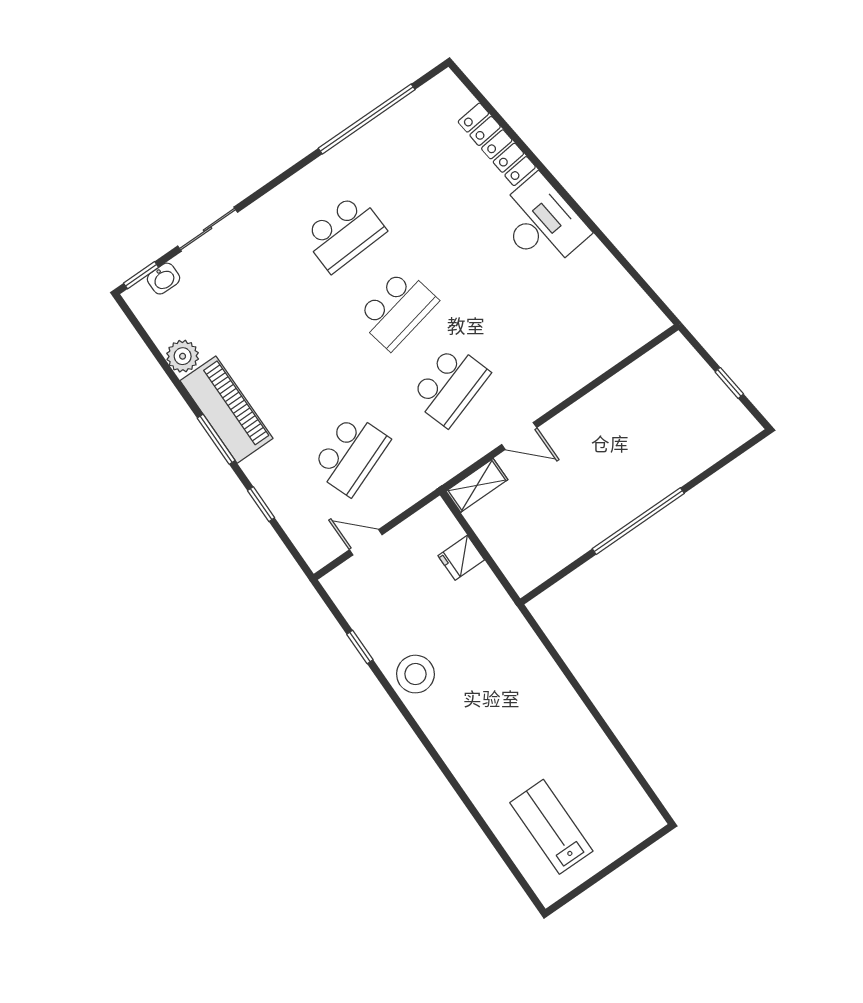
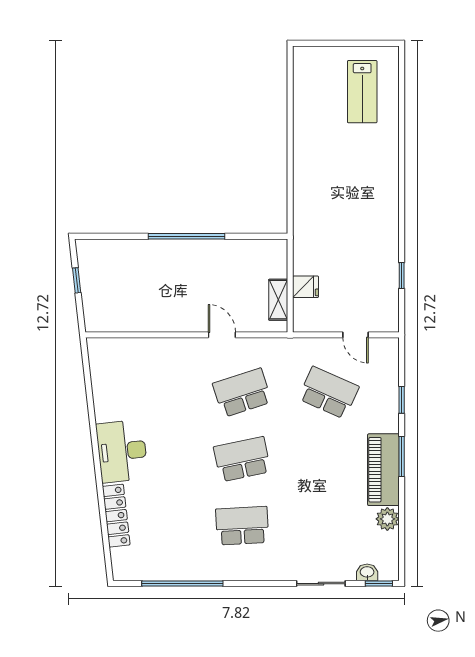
school desk: (351, 454) -> (329, 393), turned 45
shelving: (477, 485) -> (278, 300), moved, turned 90
stool: (415, 674) -> (380, 237), removed

